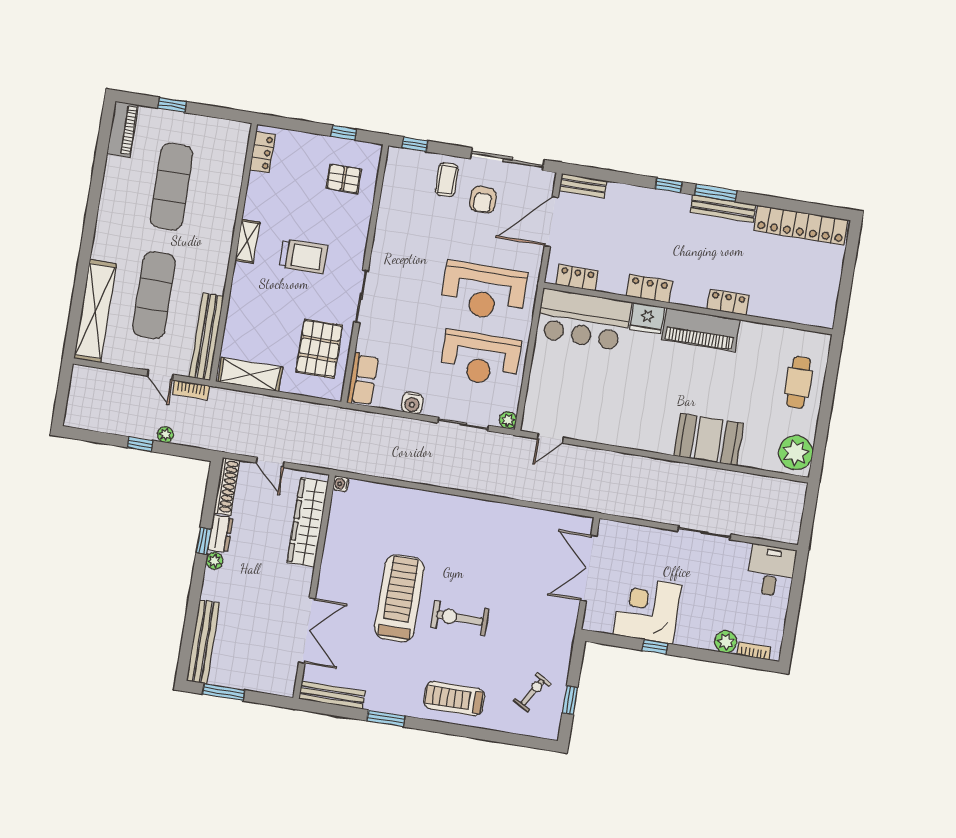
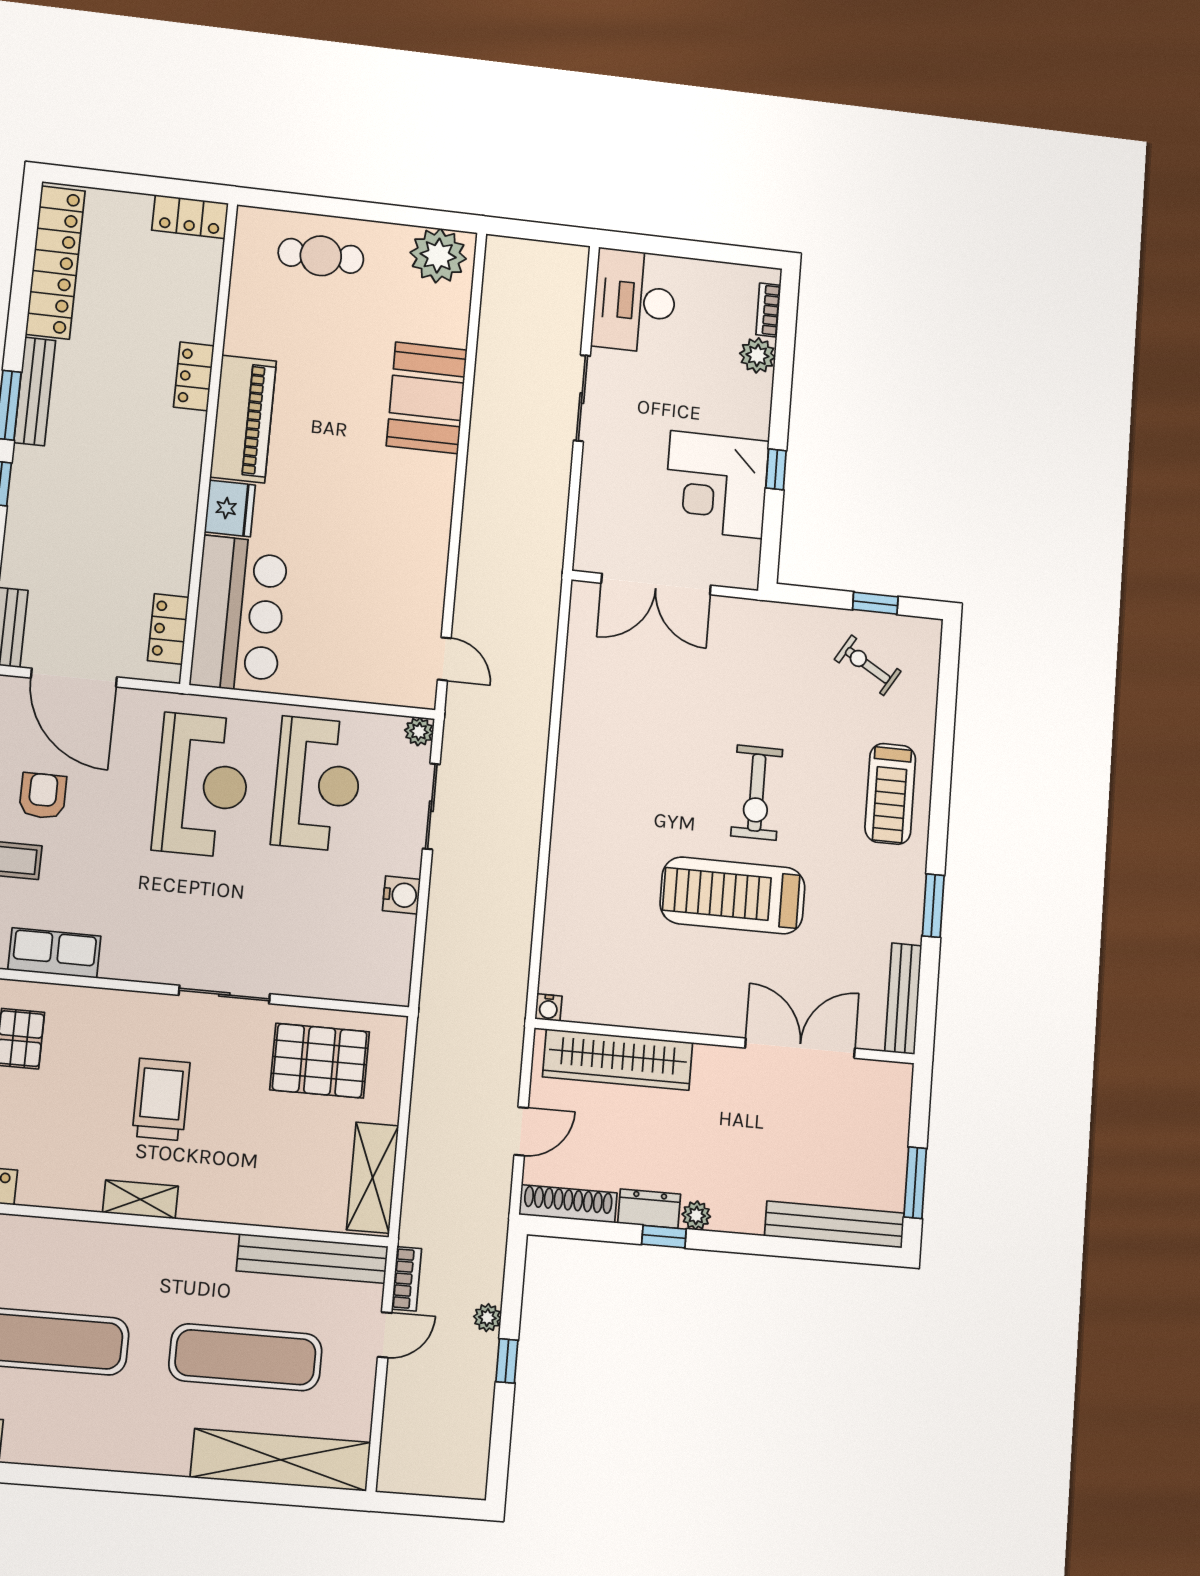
armchair: (483, 200) -> (43, 796), turned -90
locker: (649, 289) -> (190, 217), moved, turned -90
row of seats: (363, 379) -> (54, 953), moved
desk: (771, 571) -> (634, 301), width x1.37

